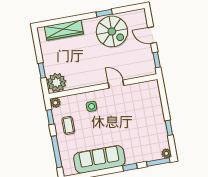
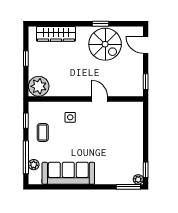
door: (152, 35) -> (146, 45), moved
window: (42, 70) -> (26, 59), moved
plant: (55, 103) -> (34, 165), moved
window: (169, 128) -> (146, 170), moved
window: (130, 167) -> (98, 187), removed

